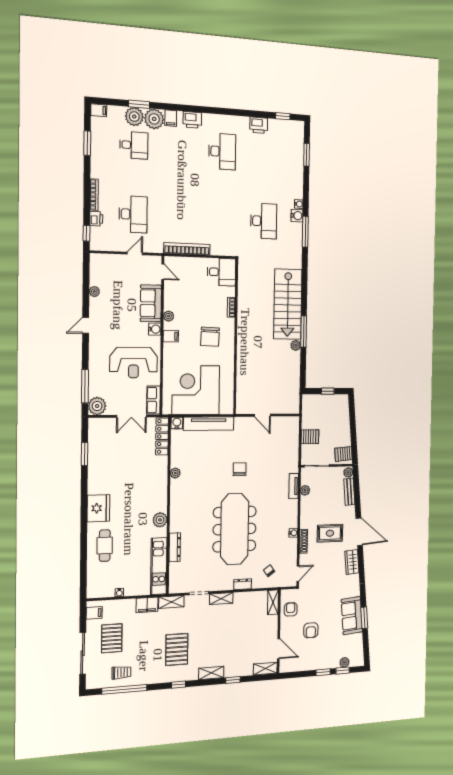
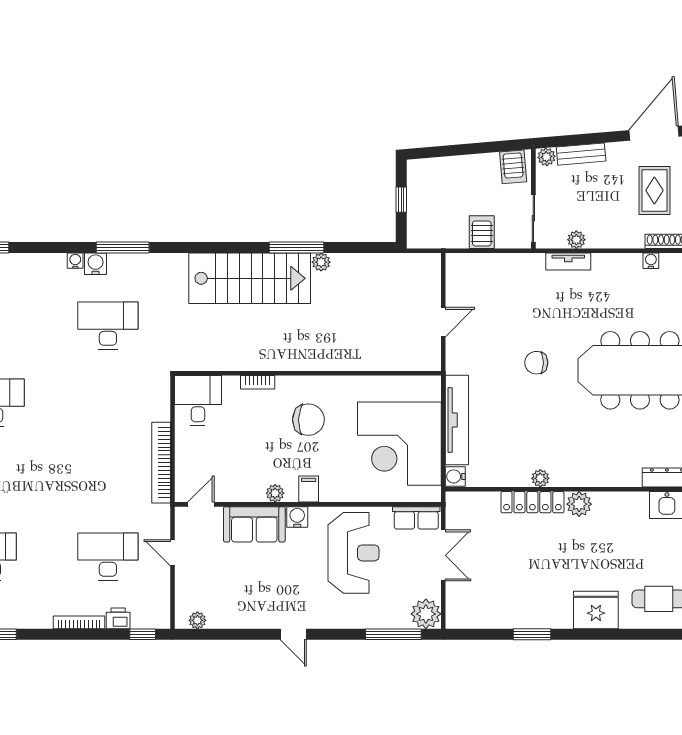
plant: (94, 292) -> (197, 620), moved
locker: (162, 436) -> (532, 502), moved
window: (84, 454) -> (532, 634), moved
plant: (160, 520) -> (579, 504), moved

